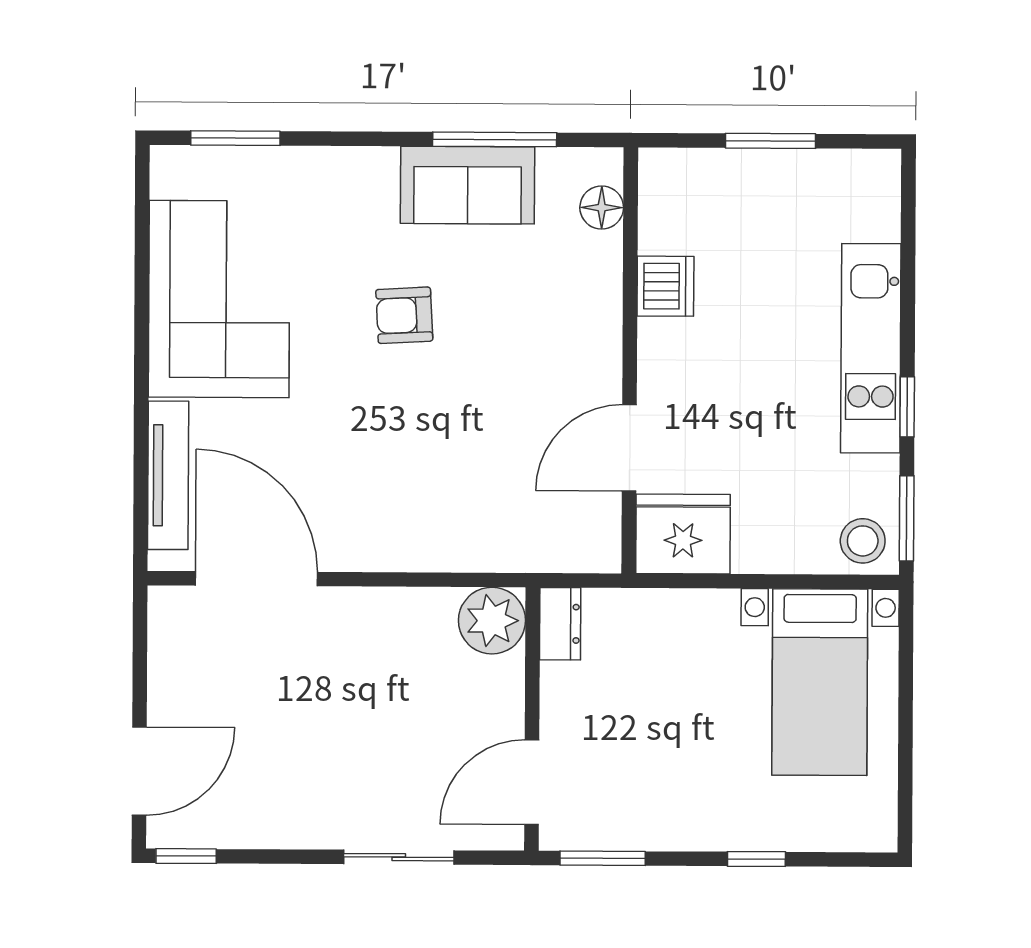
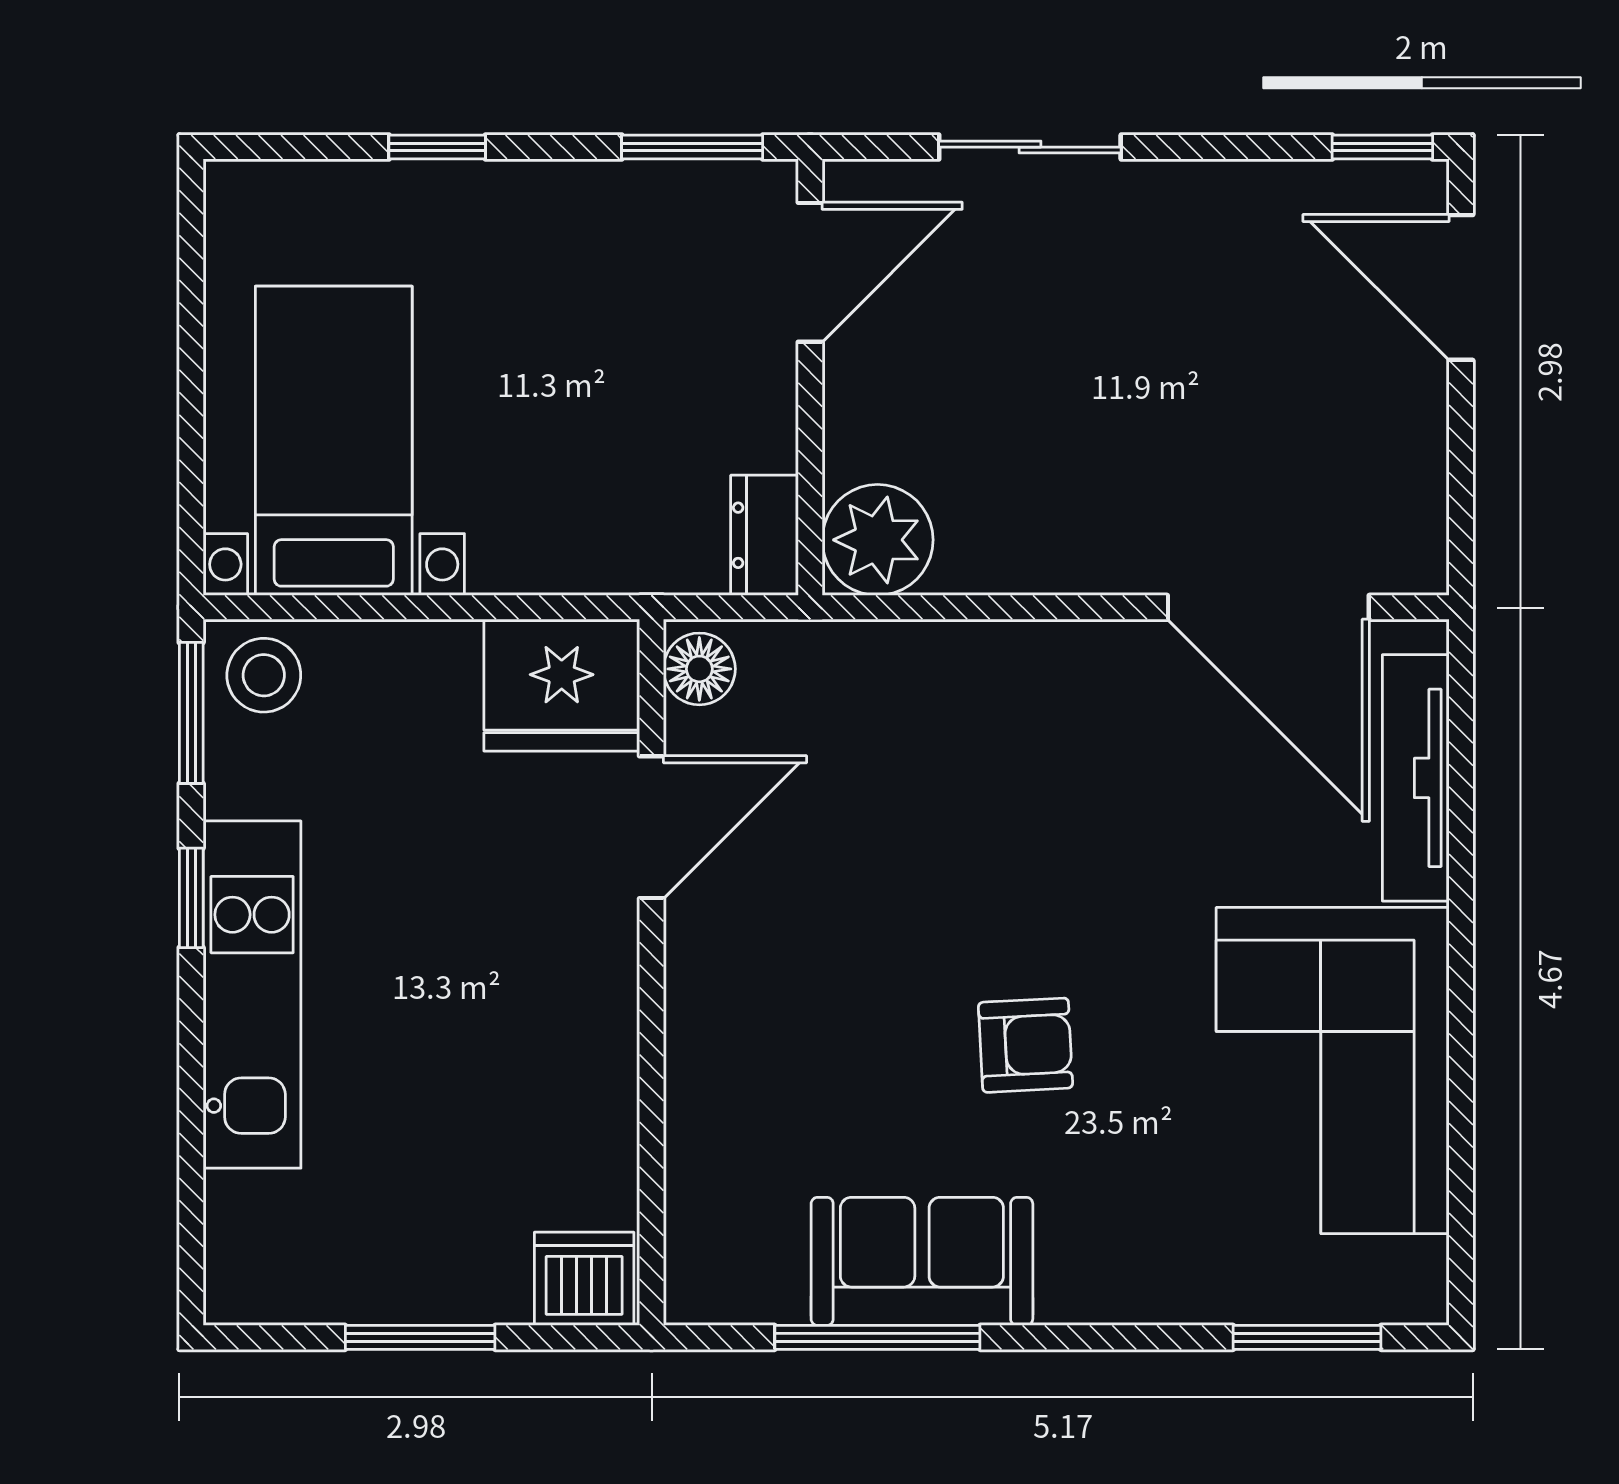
floor lamp: (602, 208) -> (699, 669), moved
dishwasher: (665, 286) -> (584, 1279), moved, turned 90
door: (139, 771) -> (1461, 287), hinge flipped

